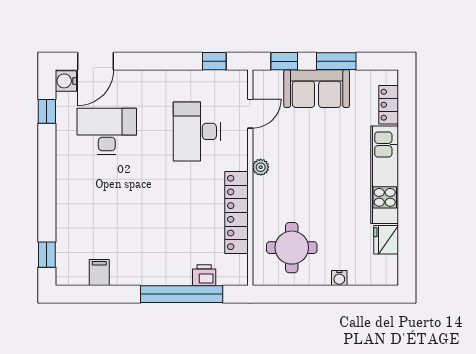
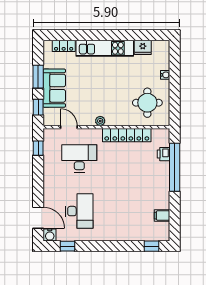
desk: (107, 131) -> (79, 211), turned 180
desk: (197, 131) -> (79, 158), turned 180

